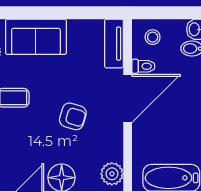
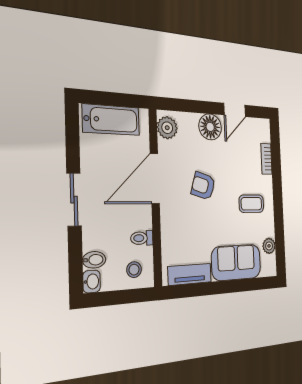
tv unit: (114, 44) -> (190, 274), moved, turned -90
door: (128, 98) -> (155, 179), moved

